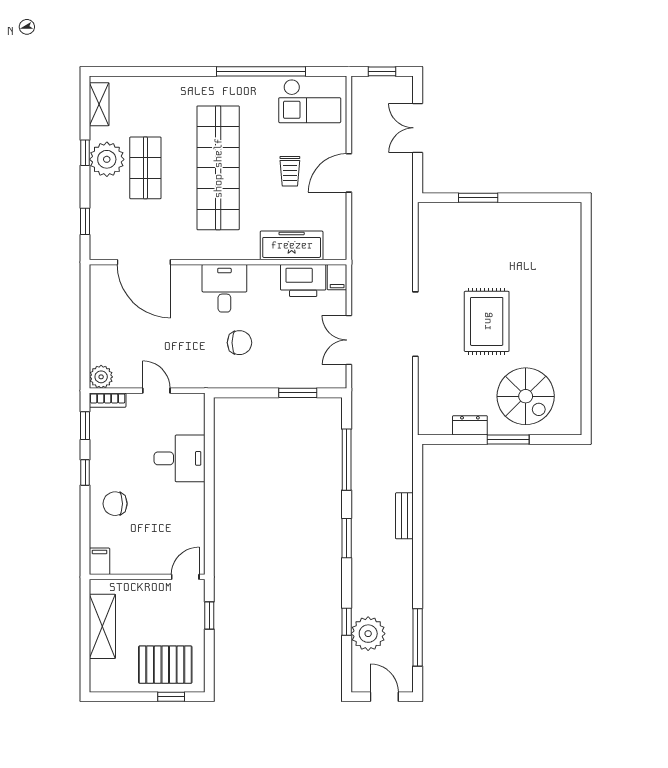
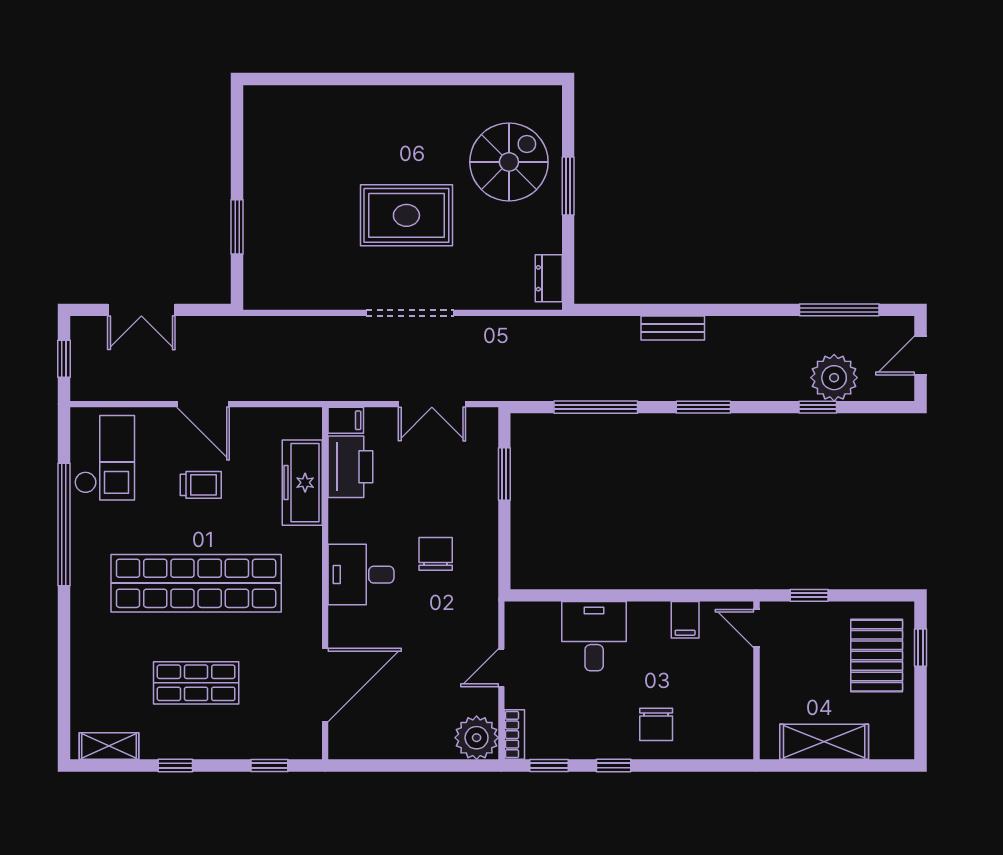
plant: (107, 159) -> (184, 736), removed
plant: (101, 377) -> (477, 738), width x1.36, depth x1.36
dresser: (470, 425) -> (549, 278), moved
filing cabinet: (100, 561) -> (685, 620), moved, turned -90

